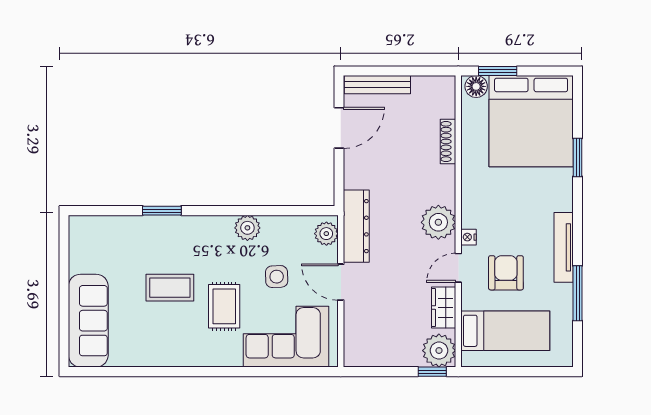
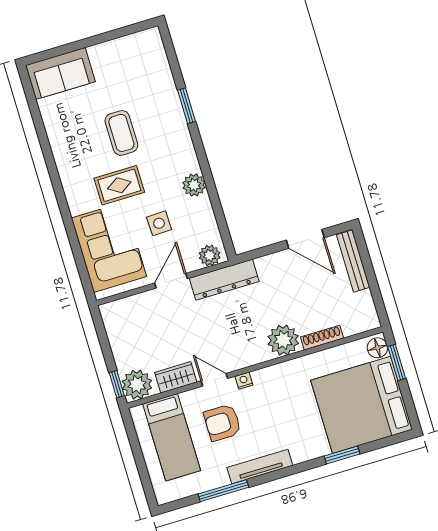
plant: (438, 222) -> (283, 340), moved
armchair: (506, 273) -> (222, 423), turned 180
sofa: (88, 321) -> (60, 74), width x0.73

